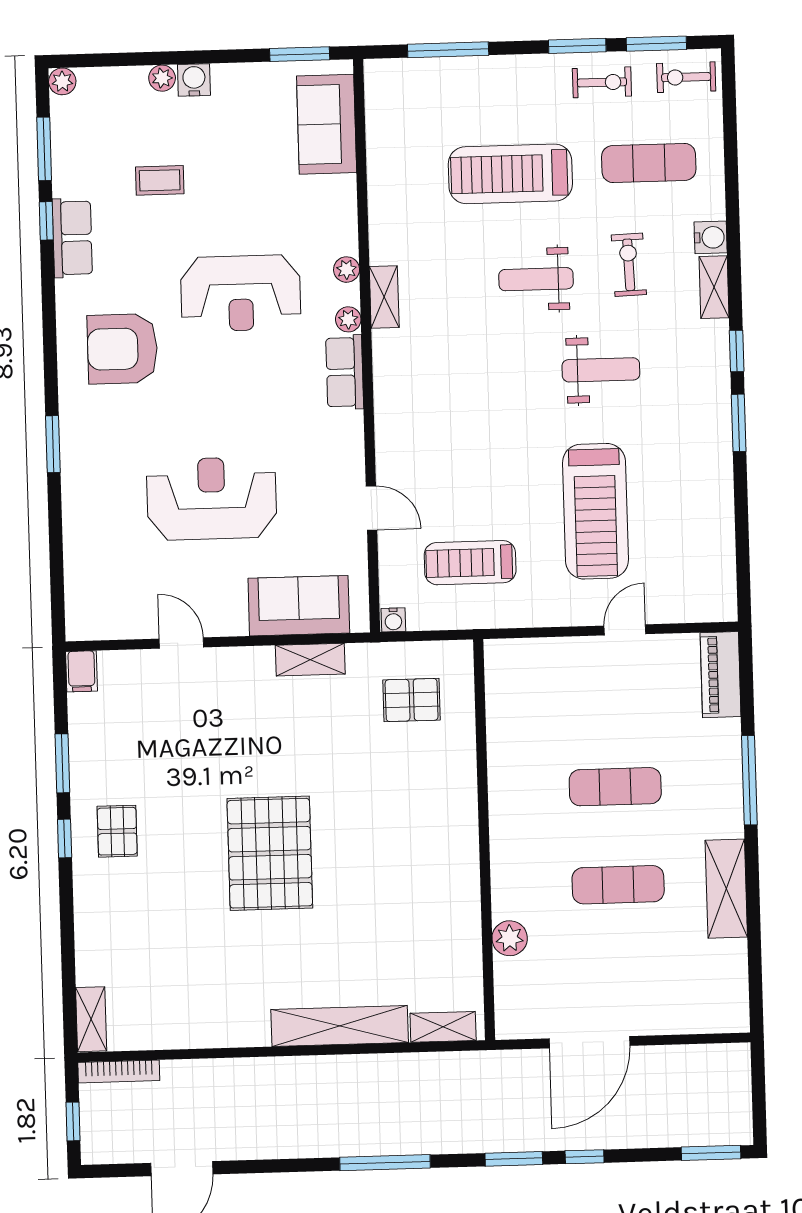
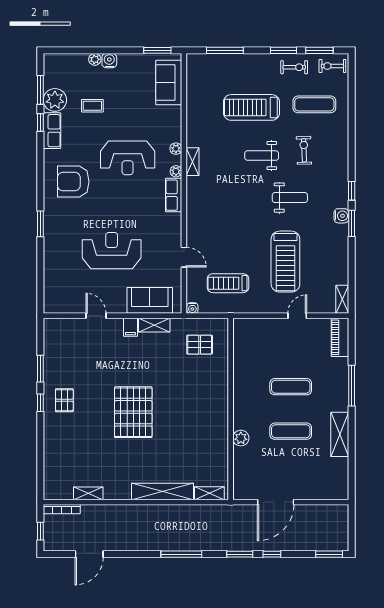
plant: (62, 81) -> (55, 100), moved, width x1.88, depth x1.88
water cooler: (711, 237) -> (341, 216), moved
shelving: (714, 287) -> (342, 299), moved
filing cabinet: (81, 671) -> (130, 327), moved
plant: (510, 938) -> (241, 438), moved
shelving: (91, 1019) -> (88, 493), moved, turned 90

